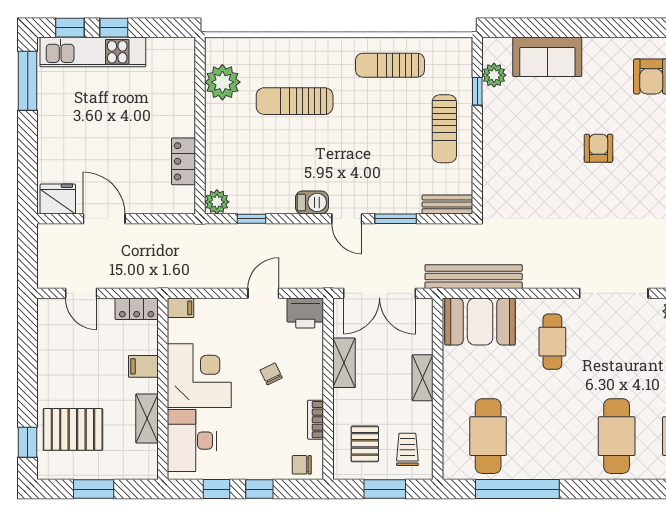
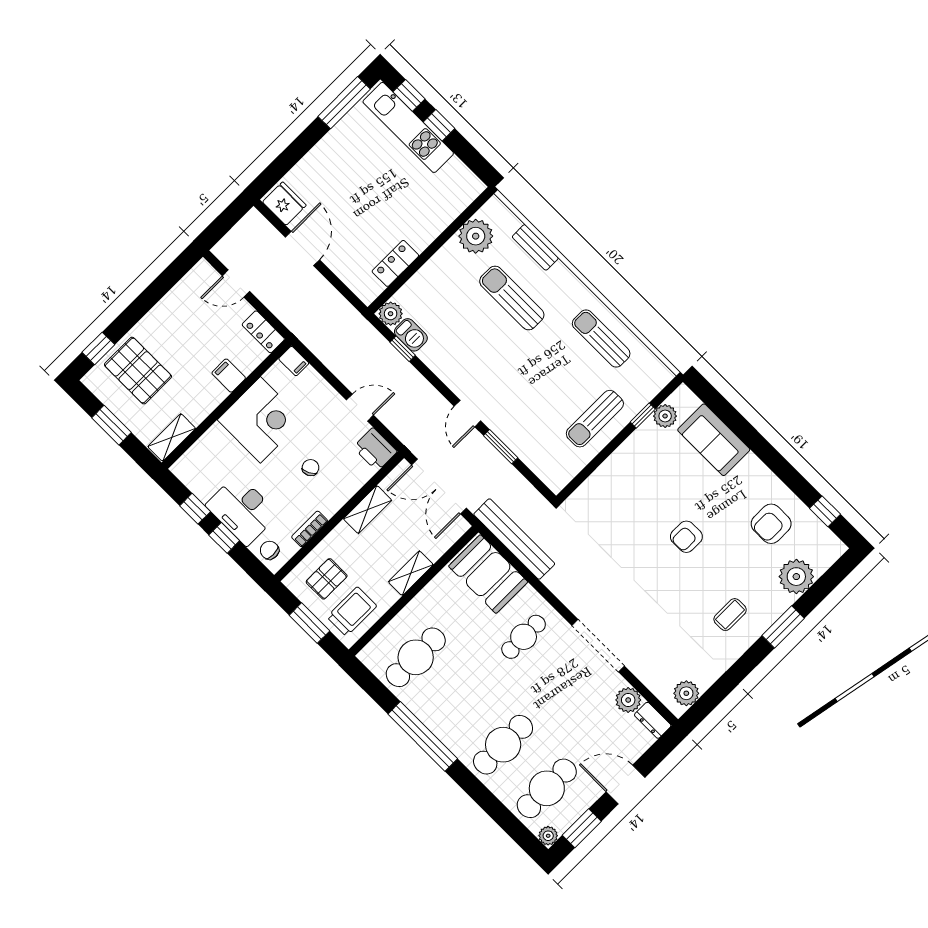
armchair: (598, 148) -> (686, 537), turned 180
barbecue: (312, 202) -> (411, 335), moved
bench: (447, 204) -> (535, 247), moved
door: (81, 293) -> (236, 284), hinge flipped
shelving: (147, 418) -> (172, 437), moved
desk: (192, 441) -> (242, 510), moved, turned -90
trolley: (407, 449) -> (352, 611), width x1.36, depth x1.39
window: (517, 489) -> (423, 736), moved

